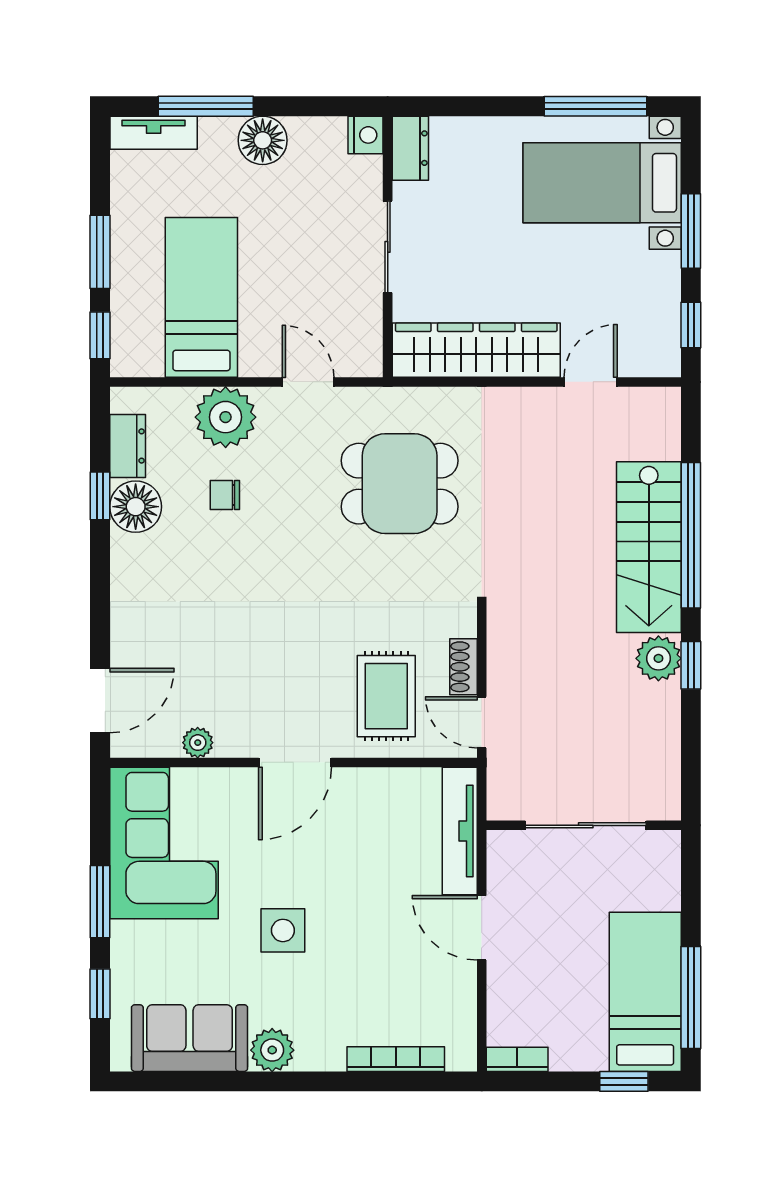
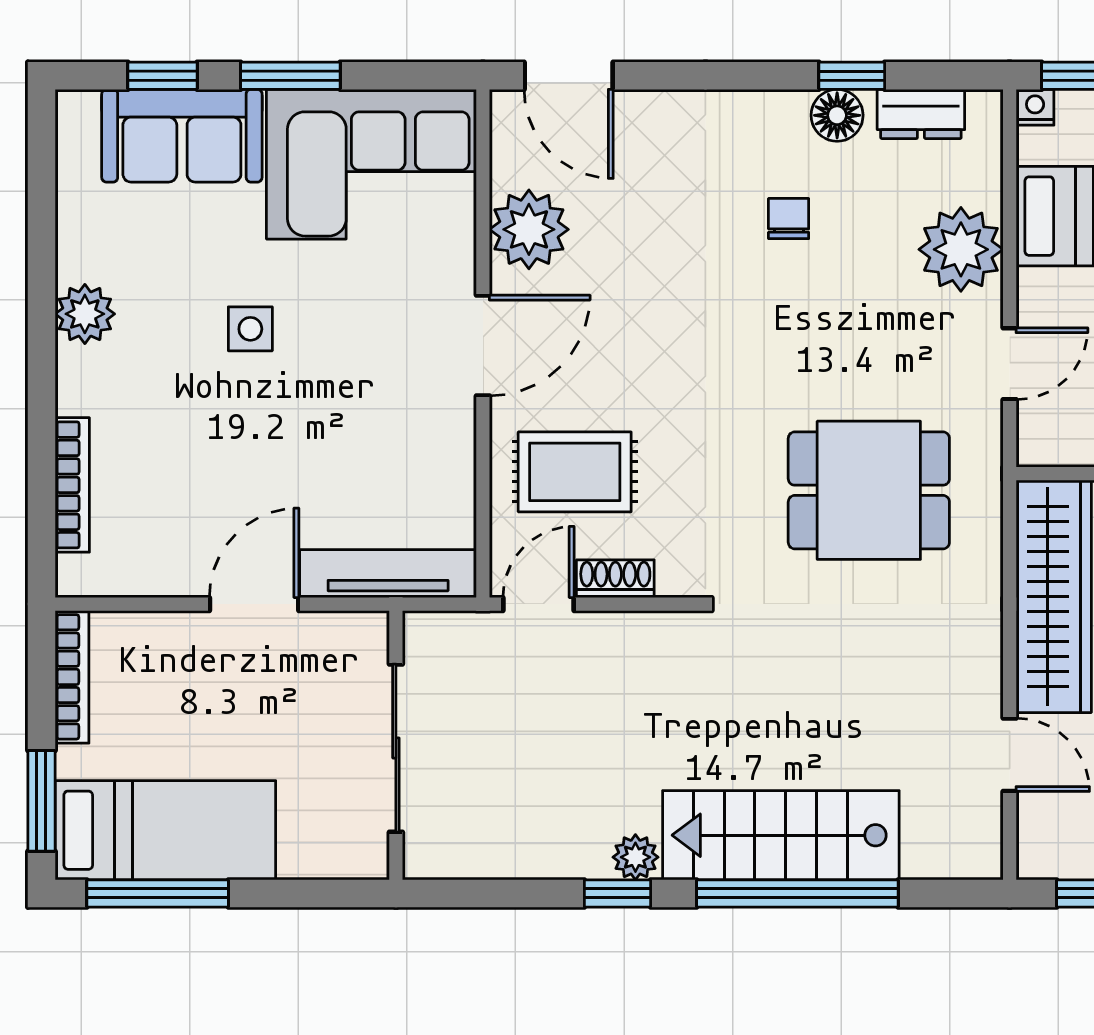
nightstand: (123, 364) -> (1035, 107), added
dining table: (400, 484) -> (869, 490), turned 90
chair: (225, 495) -> (789, 219), moved
floor lamp: (136, 507) -> (837, 115), width x0.73, depth x0.73
plant: (658, 658) -> (635, 857), width x0.73, depth x0.73
plant: (198, 743) -> (529, 229), width x1.88, depth x1.88
door: (295, 762) -> (483, 346), swing flipped
side table: (283, 930) -> (250, 329), width x0.73, depth x0.73
sofa: (190, 1038) -> (182, 136), moved, turned 90
bookcase: (517, 1059) -> (72, 677), width x1.56
window: (624, 1081) -> (41, 801), width x1.50

